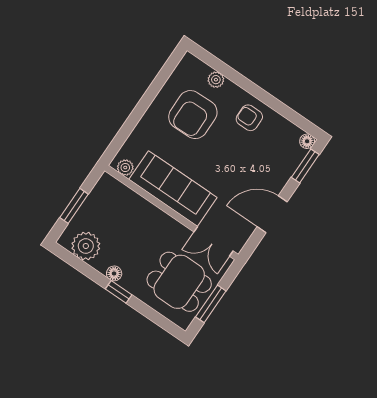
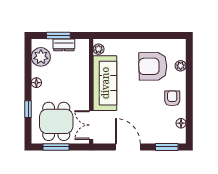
floor lamp: (307, 141) -> (181, 123), moved
dresser: (91, 207) -> (64, 45), added
window: (119, 292) -> (28, 109), moved

